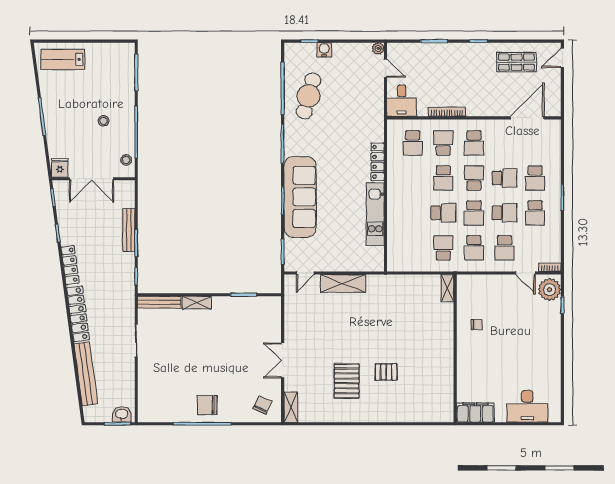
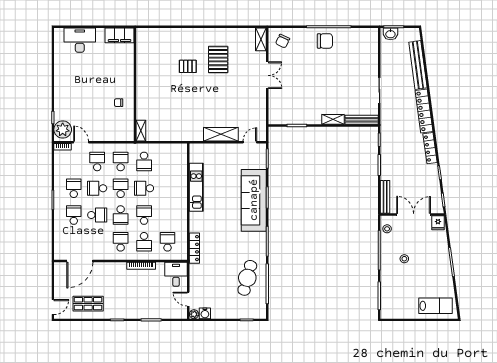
water cooler: (324, 50) -> (205, 313), moved
locker: (378, 162) -> (194, 248), moved
school desk: (505, 178) -> (97, 215), turned 180
bench: (129, 230) -> (385, 197), moved

